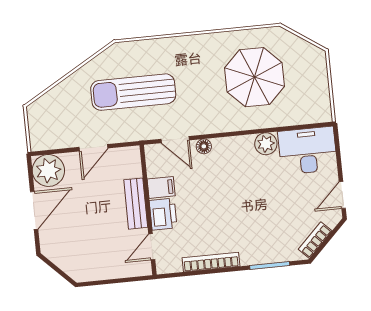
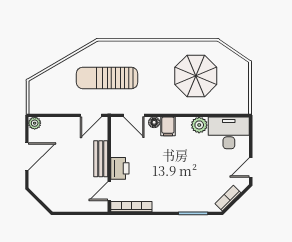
door: (93, 148) -> (91, 115), moved
plant: (48, 170) -> (35, 123), width x0.53, depth x0.53
filing cabinet: (161, 187) -> (168, 126), moved, turned 90
bookcase: (211, 262) -> (131, 207), moved

